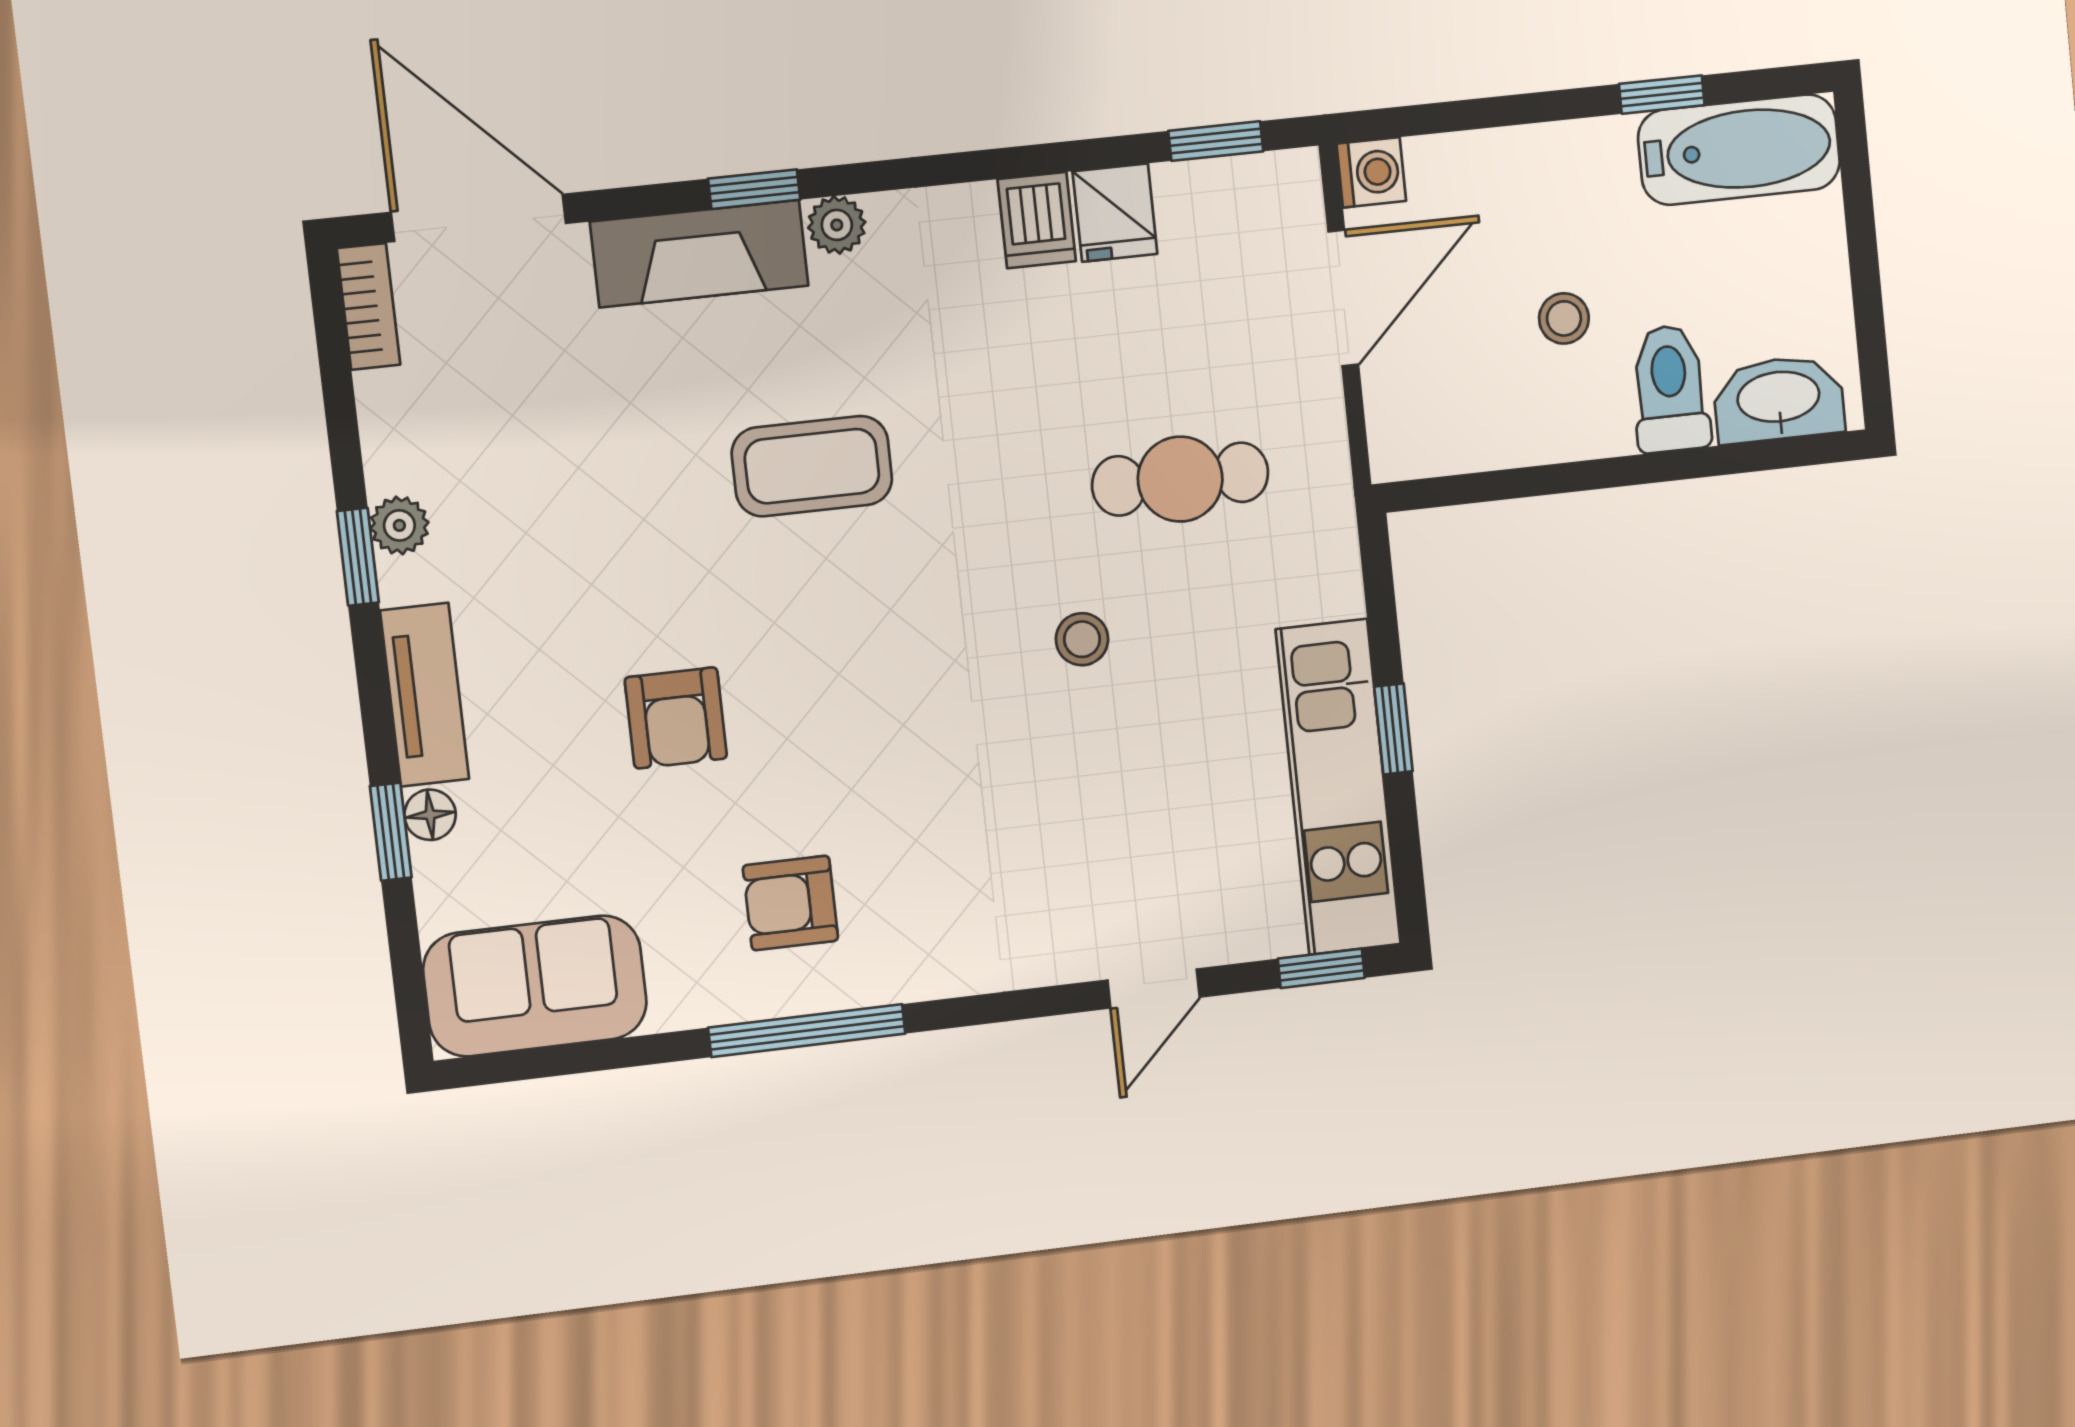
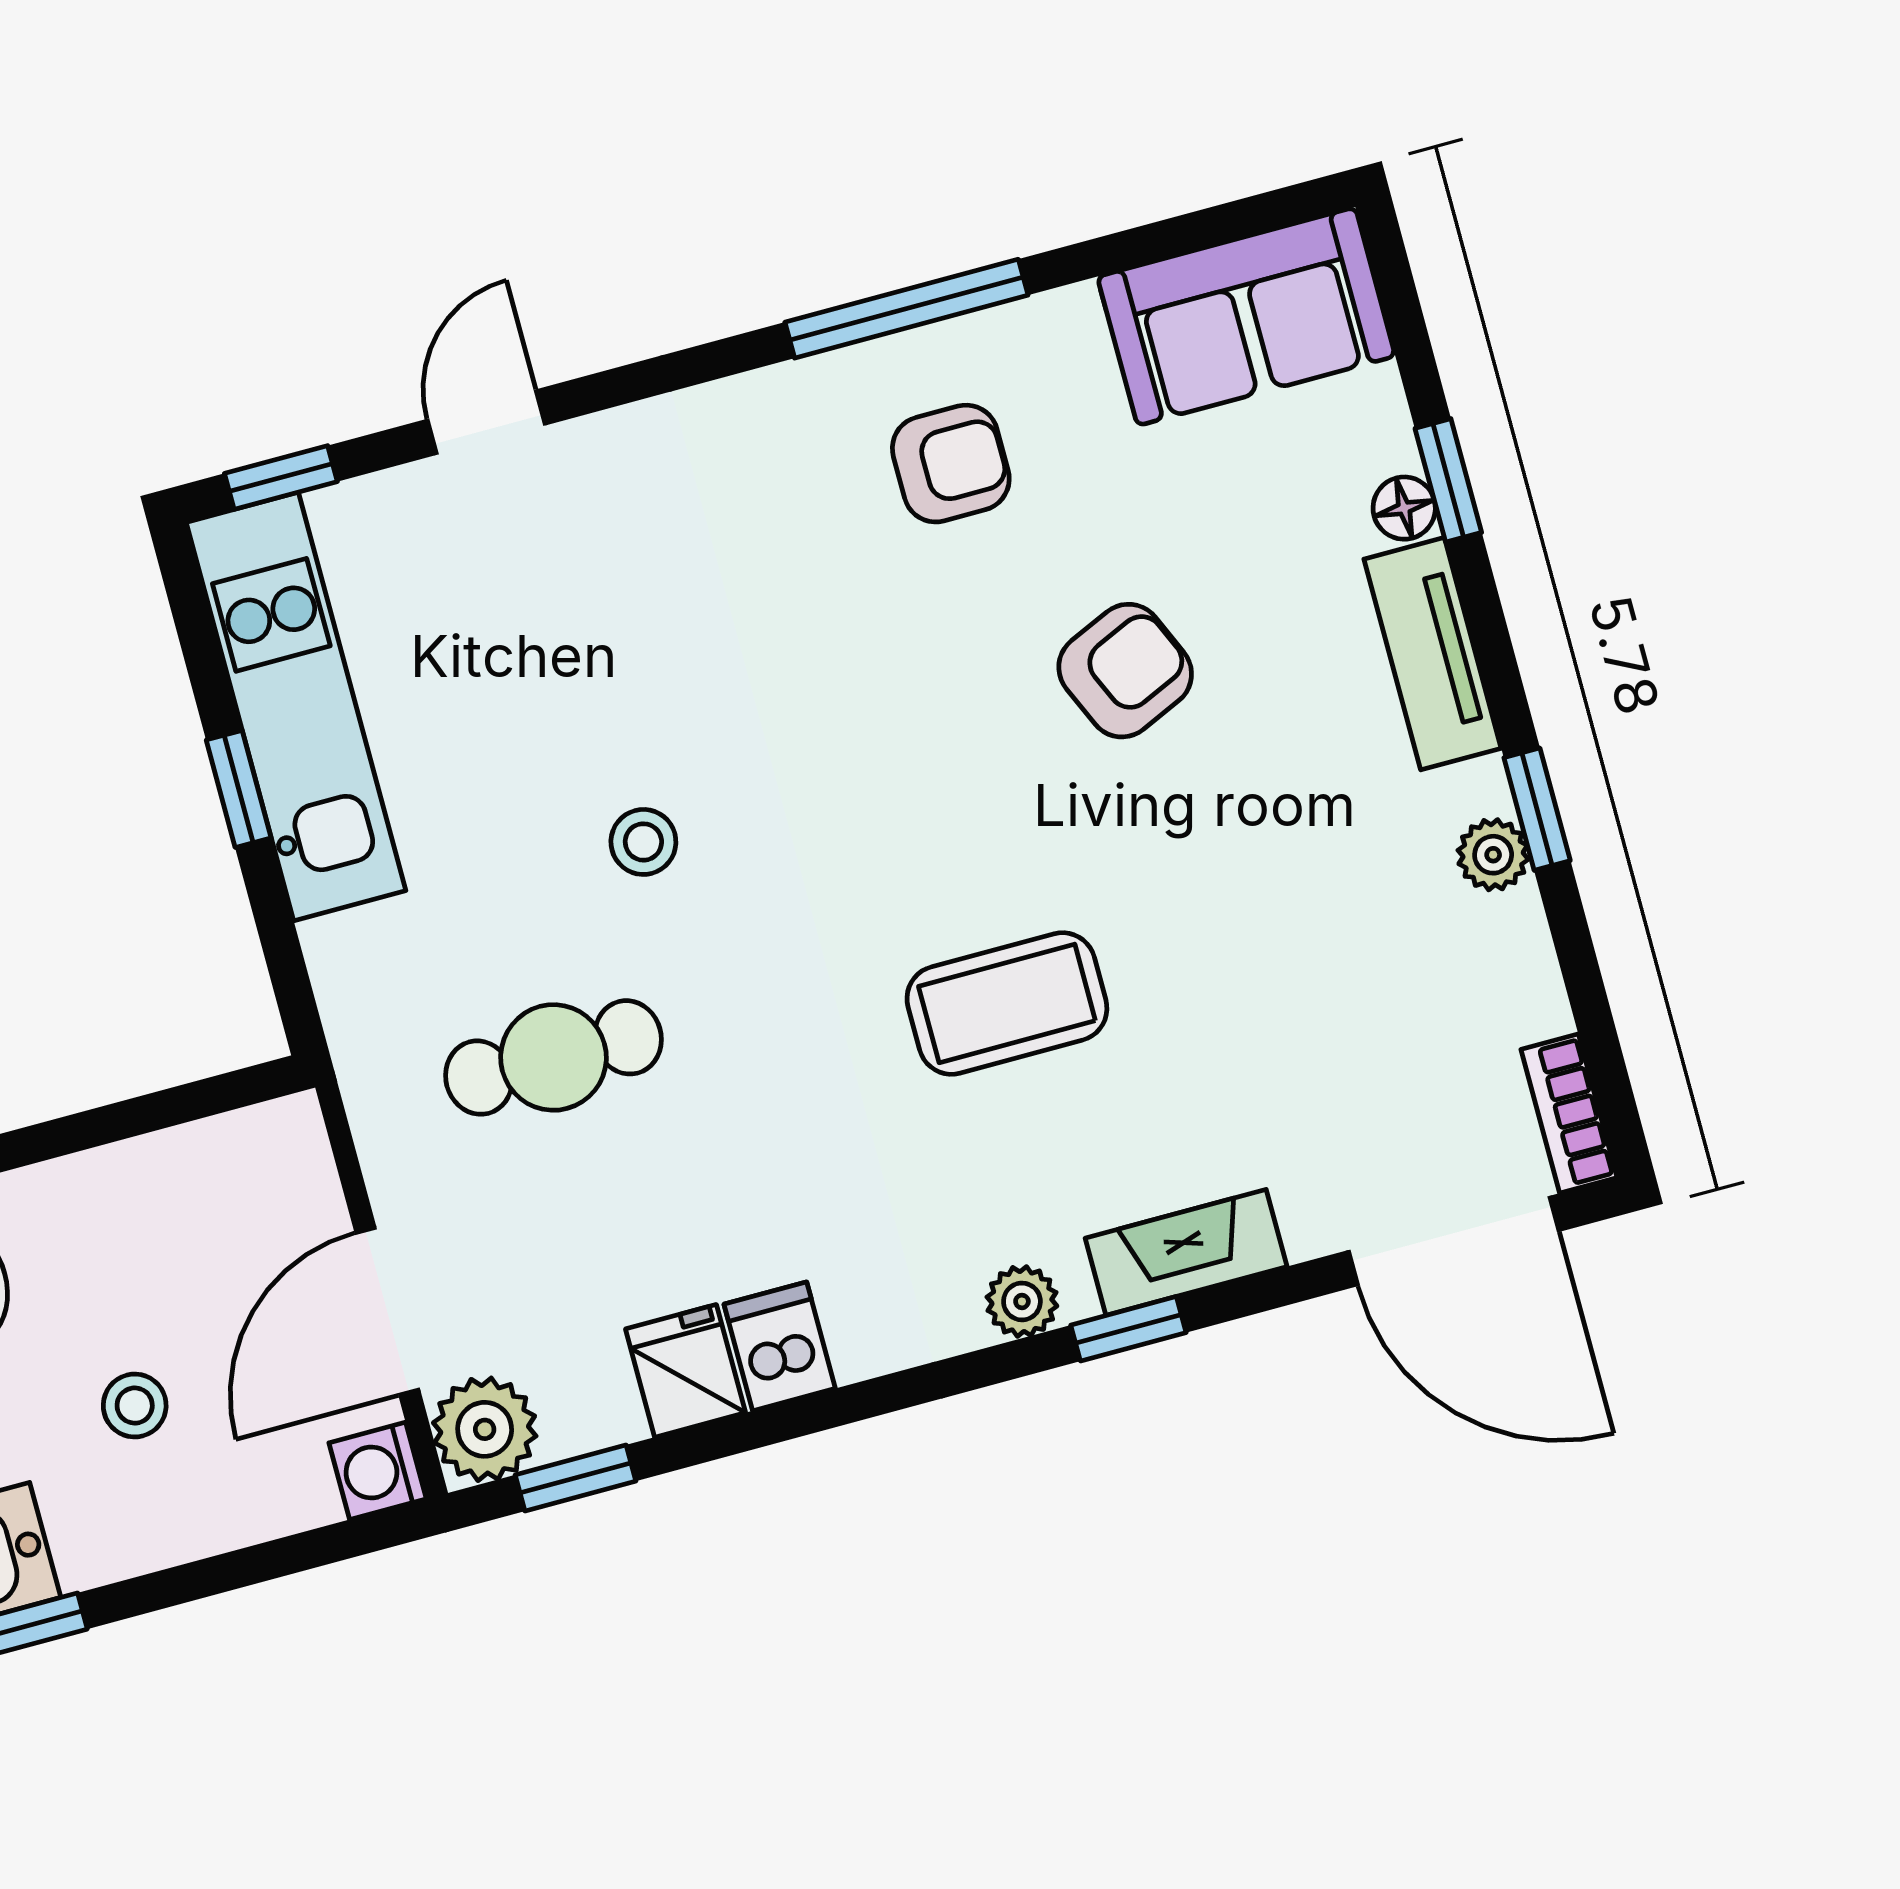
plant: (1282, 192) -> (485, 1429), added
fireplace: (699, 254) -> (1186, 1252), width x0.73, depth x0.76
stool: (1564, 318) -> (135, 1406), moved
armchair: (676, 718) -> (1125, 671), turned 66

